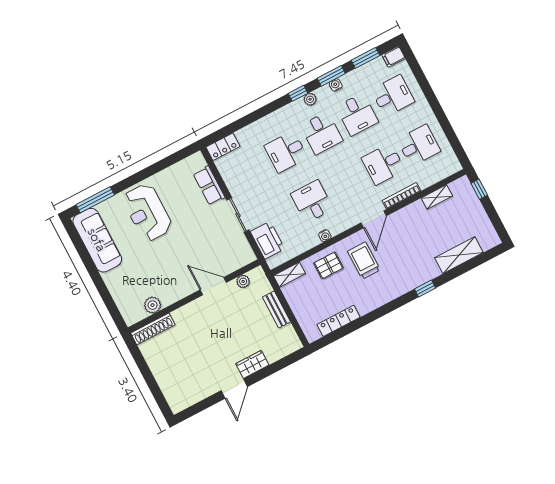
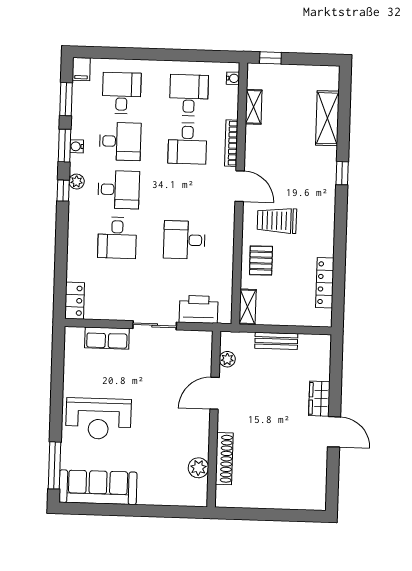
water cooler: (325, 236) -> (233, 78), moved
shoe rack: (153, 329) -> (224, 459), moved

